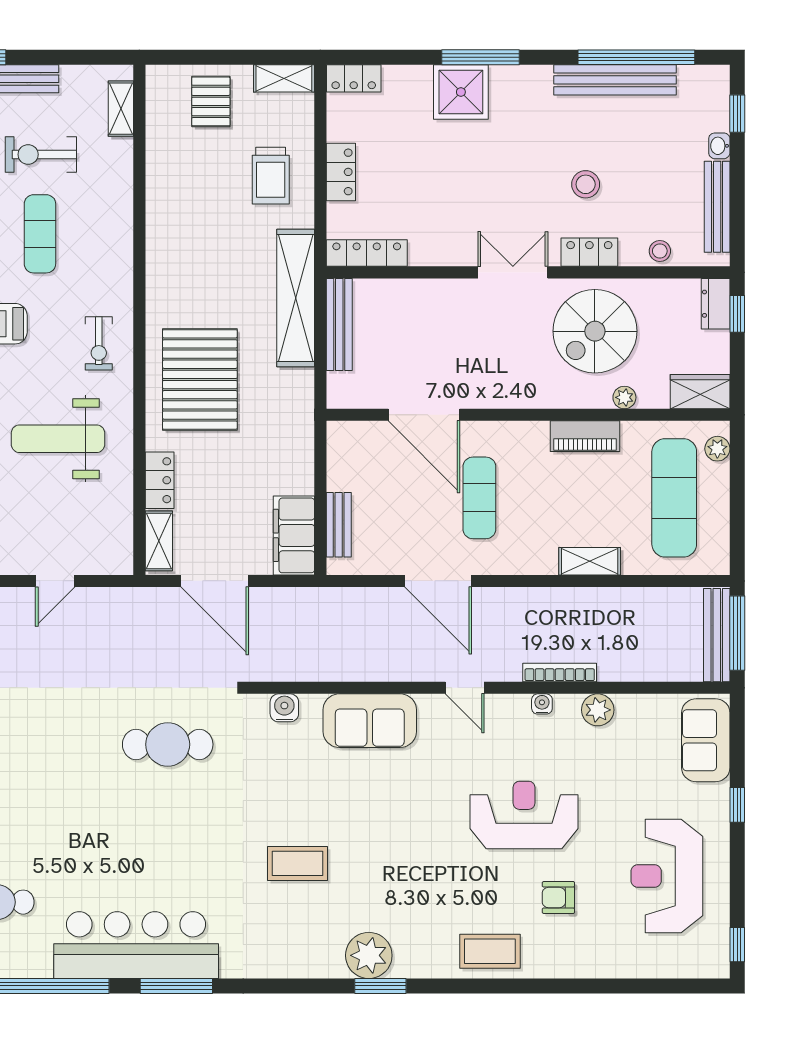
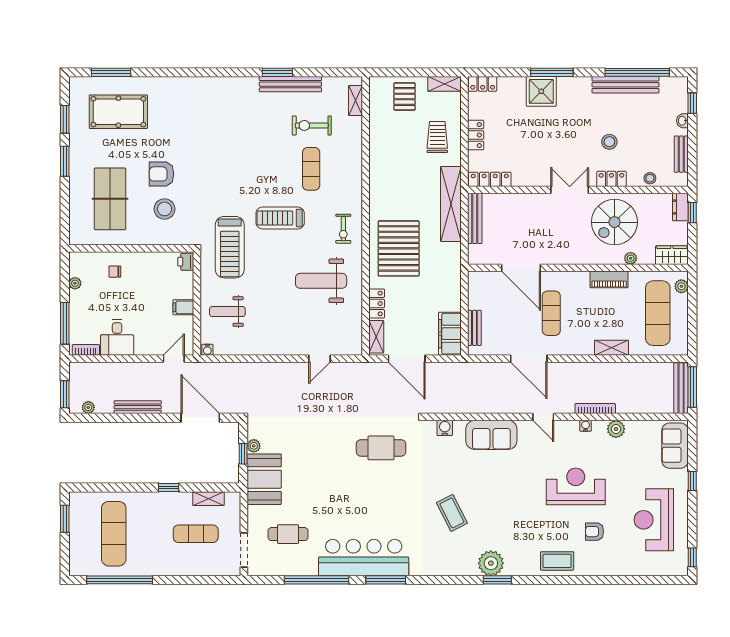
trolley: (271, 176) -> (437, 137), turned 180
bench: (717, 207) -> (681, 154), width x0.73
coffee table: (297, 863) -> (452, 513), turned 63

